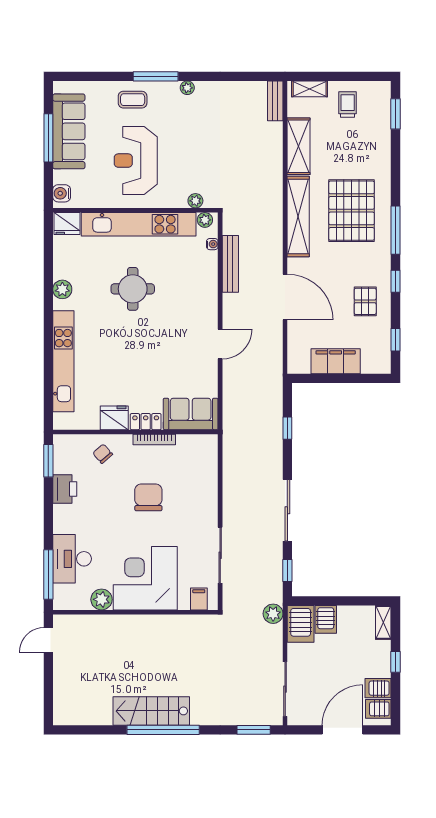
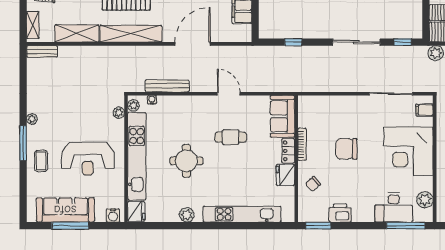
cafe table: (164, 347) -> (231, 137), added
plant: (102, 599) -> (425, 200), moved

